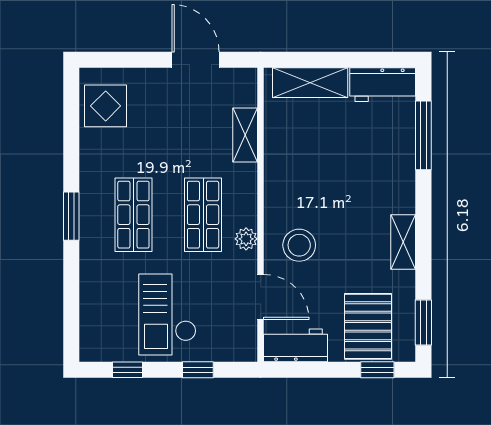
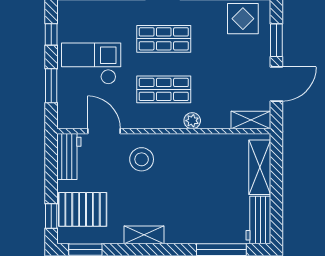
window: (135, 60) -> (276, 40), added
shelving: (245, 135) -> (251, 120), moved
plant: (246, 239) -> (192, 121), moved
door: (261, 297) -> (104, 131), swing flipped
window: (198, 370) -> (51, 86), width x1.50

